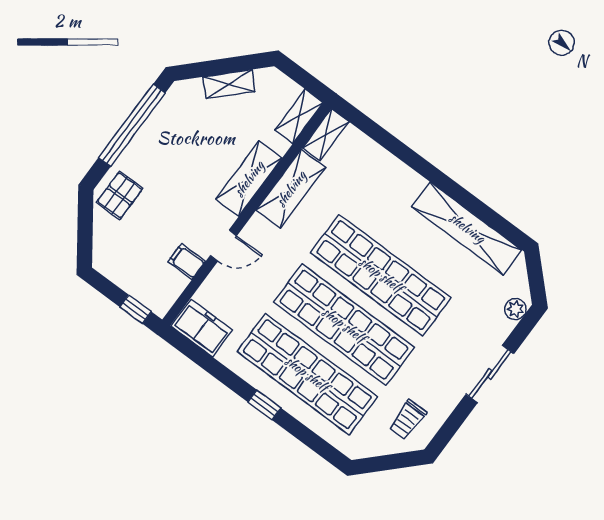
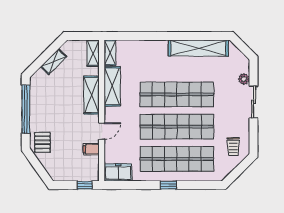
plant: (515, 309) -> (244, 79), moved

